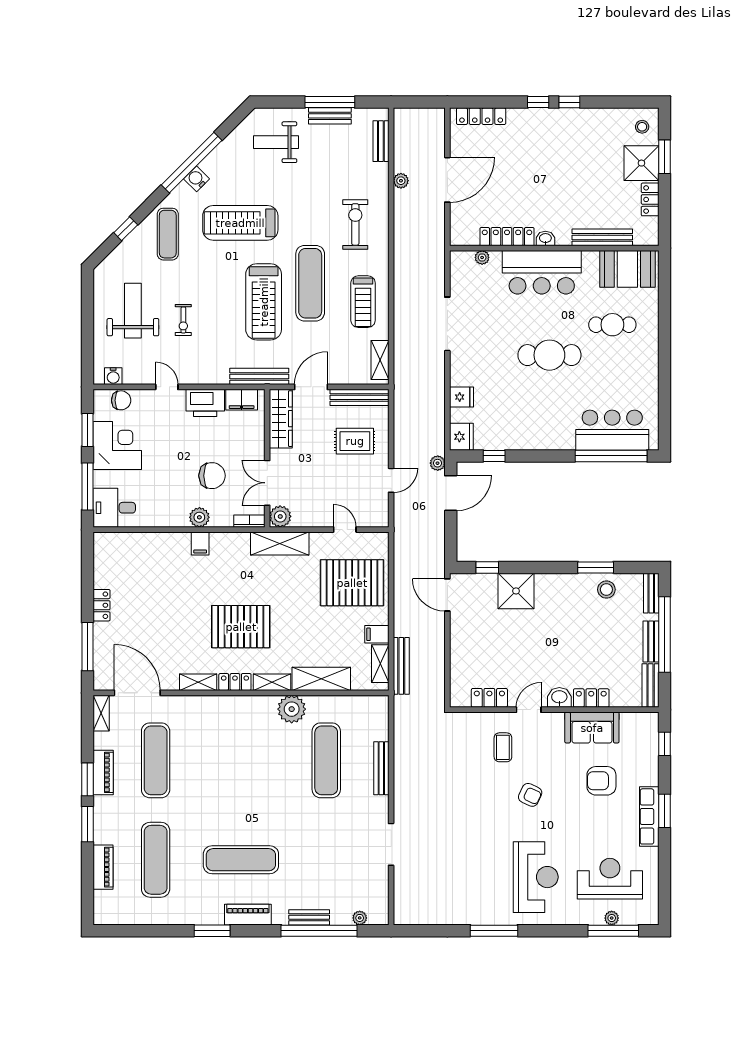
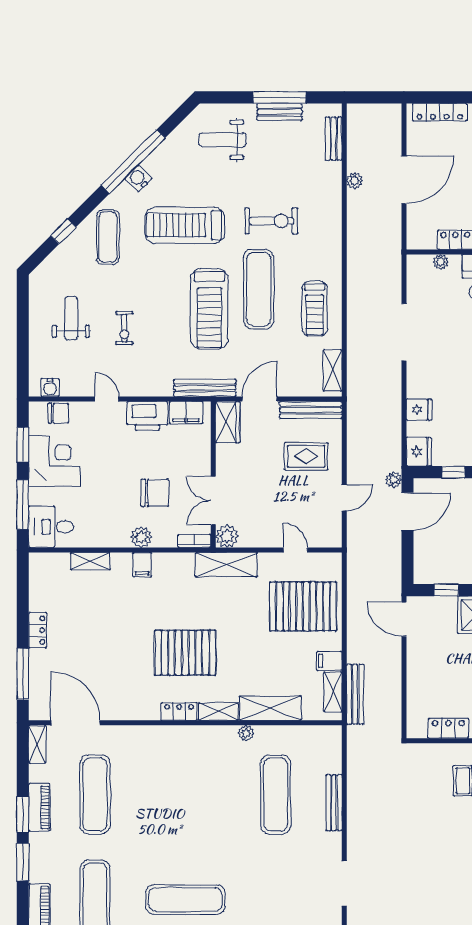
exercise bike: (355, 224) -> (271, 221), moved, turned 90
weight bench: (133, 311) -> (71, 318), width x0.73, depth x0.75
wardrobe: (281, 419) -> (228, 422), width x0.67
shelving: (198, 682) -> (90, 561), moved
plant: (292, 709) -> (246, 733), width x0.53, depth x0.53

